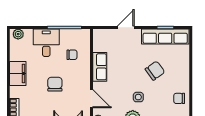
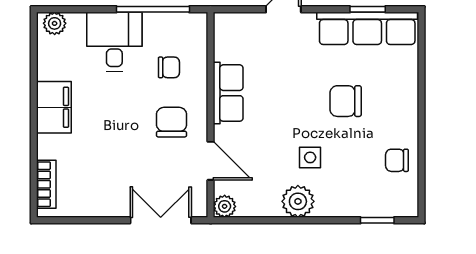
chair: (155, 71) -> (346, 101), turned -144
chair: (55, 84) -> (172, 122), moved

